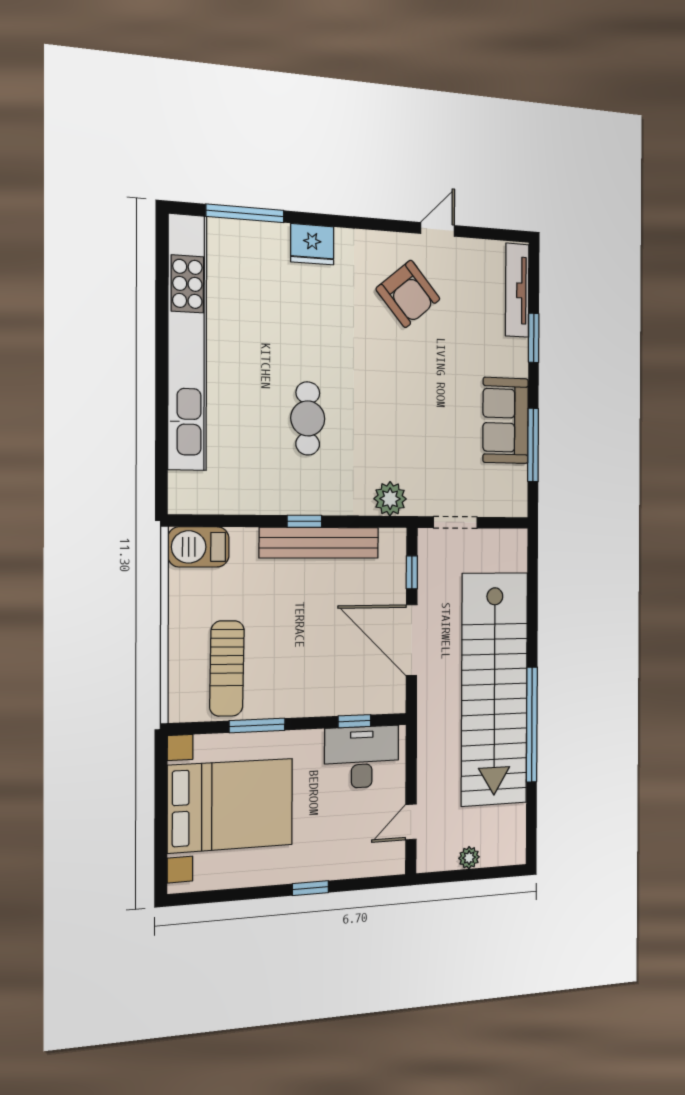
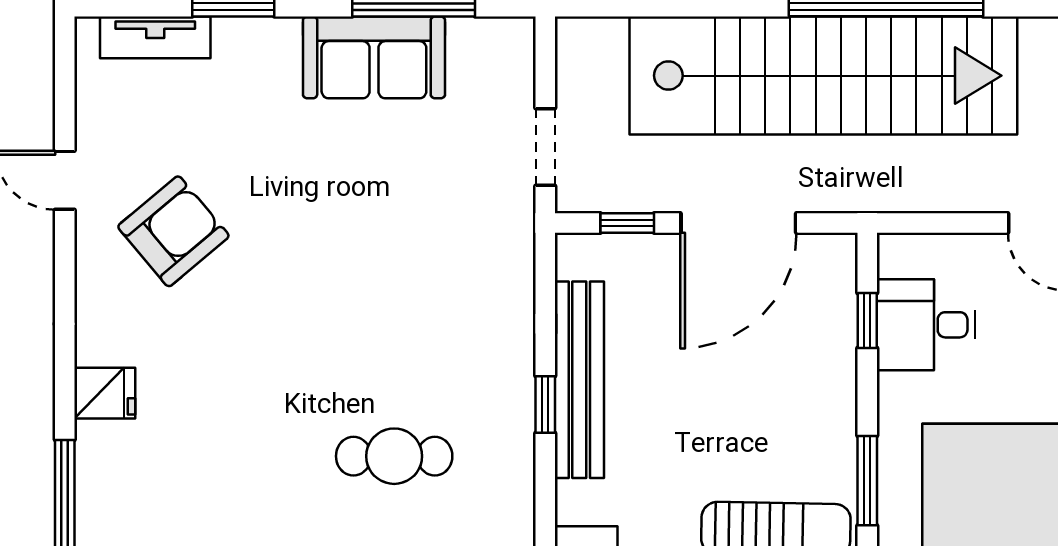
fridge: (312, 244) -> (105, 393), width x0.72
tv unit: (517, 290) -> (155, 37), width x0.71
cafe table: (308, 418) -> (394, 456), moved
plant: (390, 499) -> (508, 261), removed
desk: (362, 757) -> (926, 325), width x0.73

